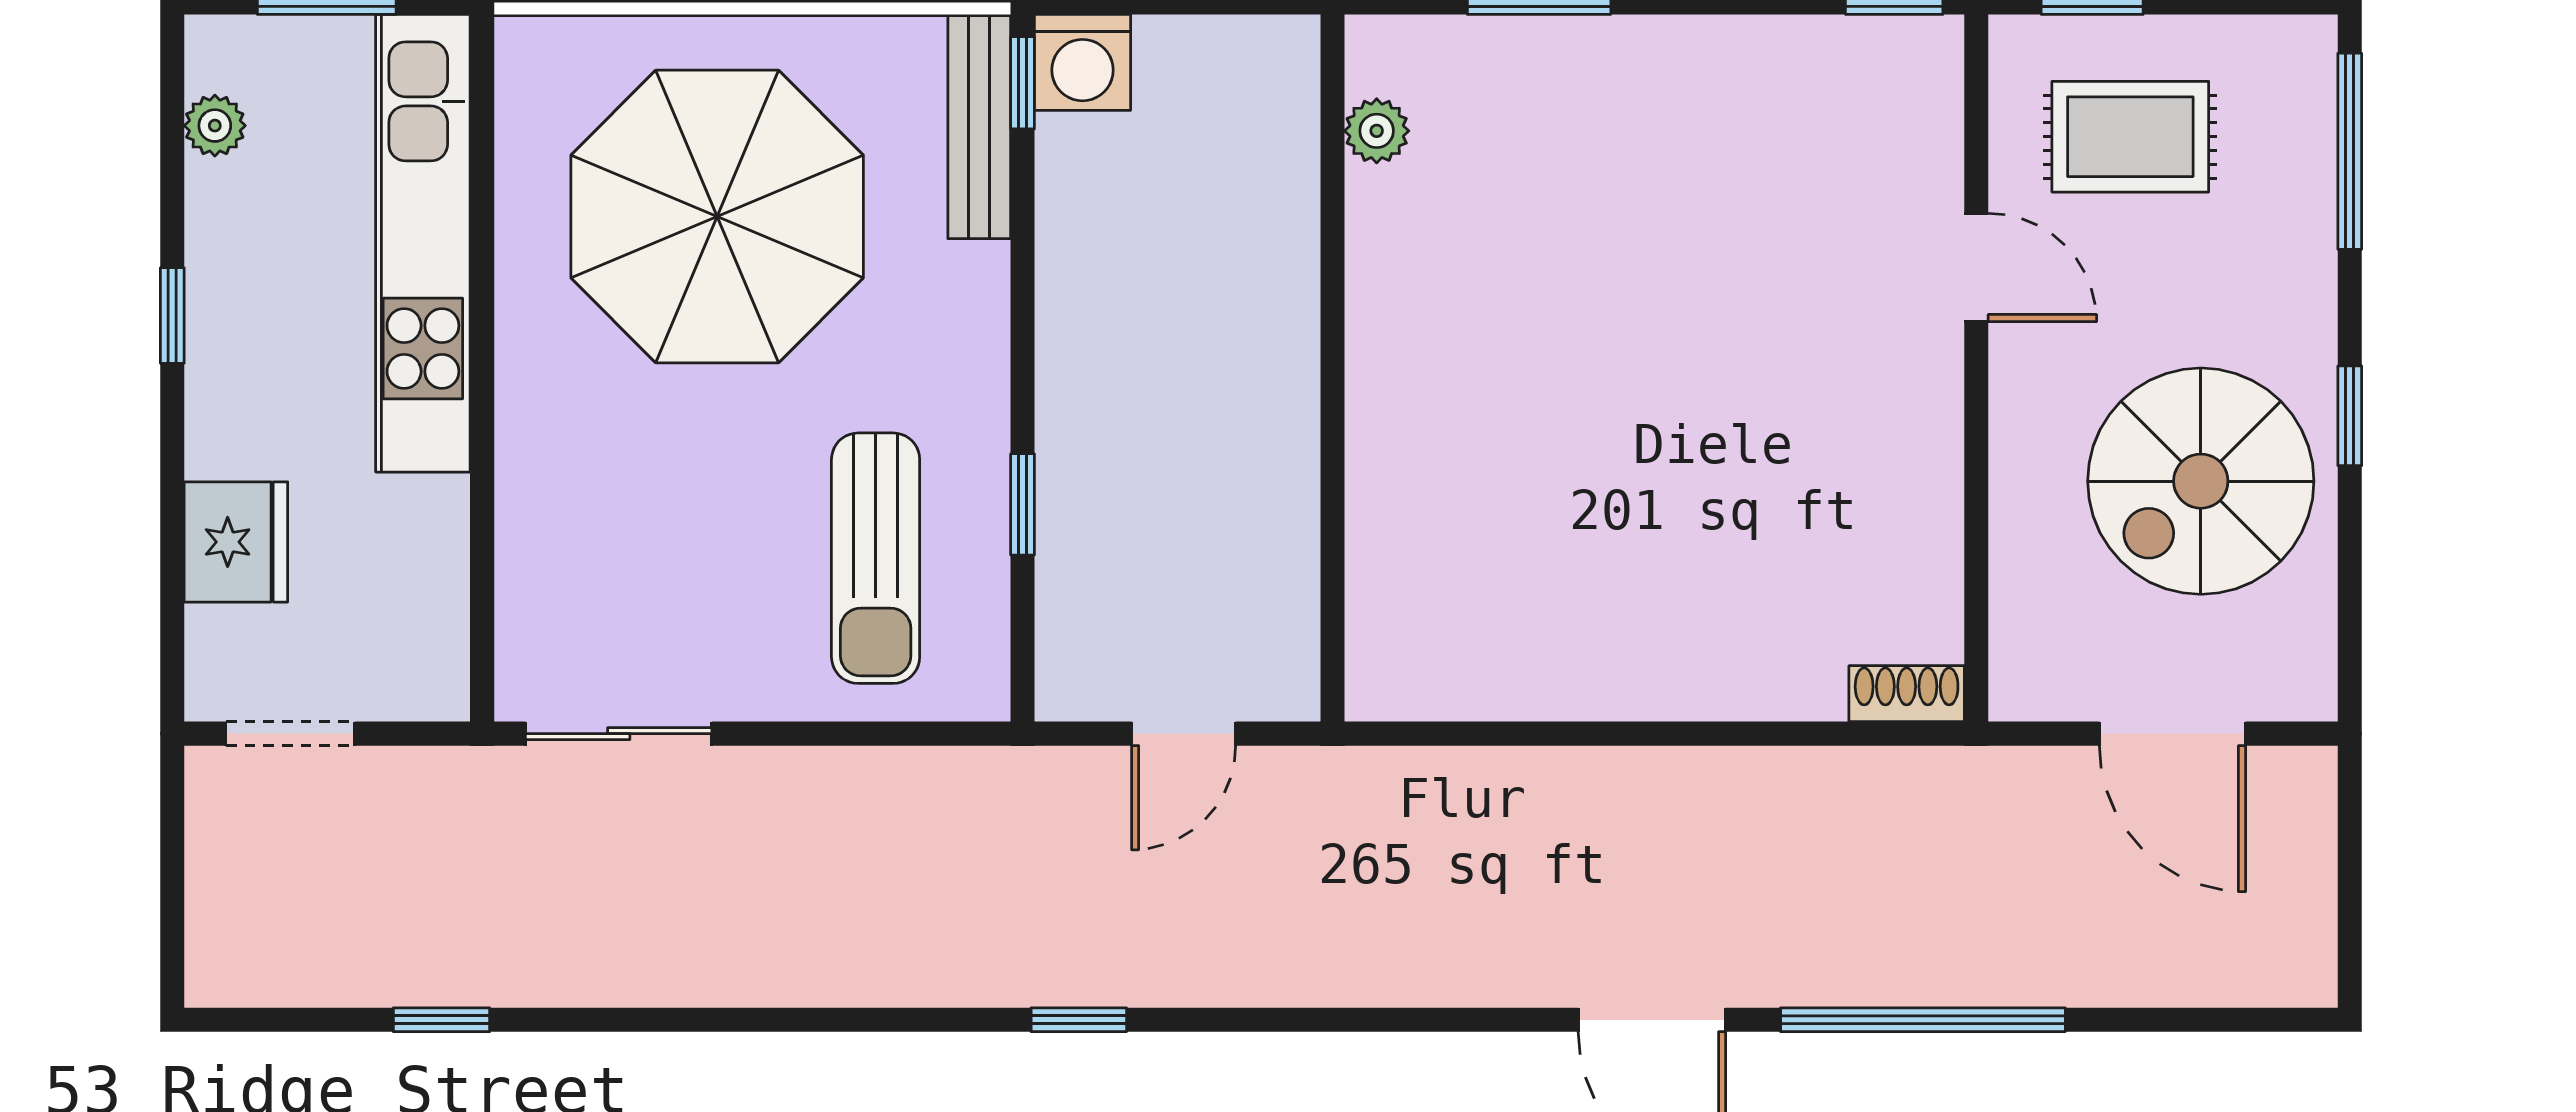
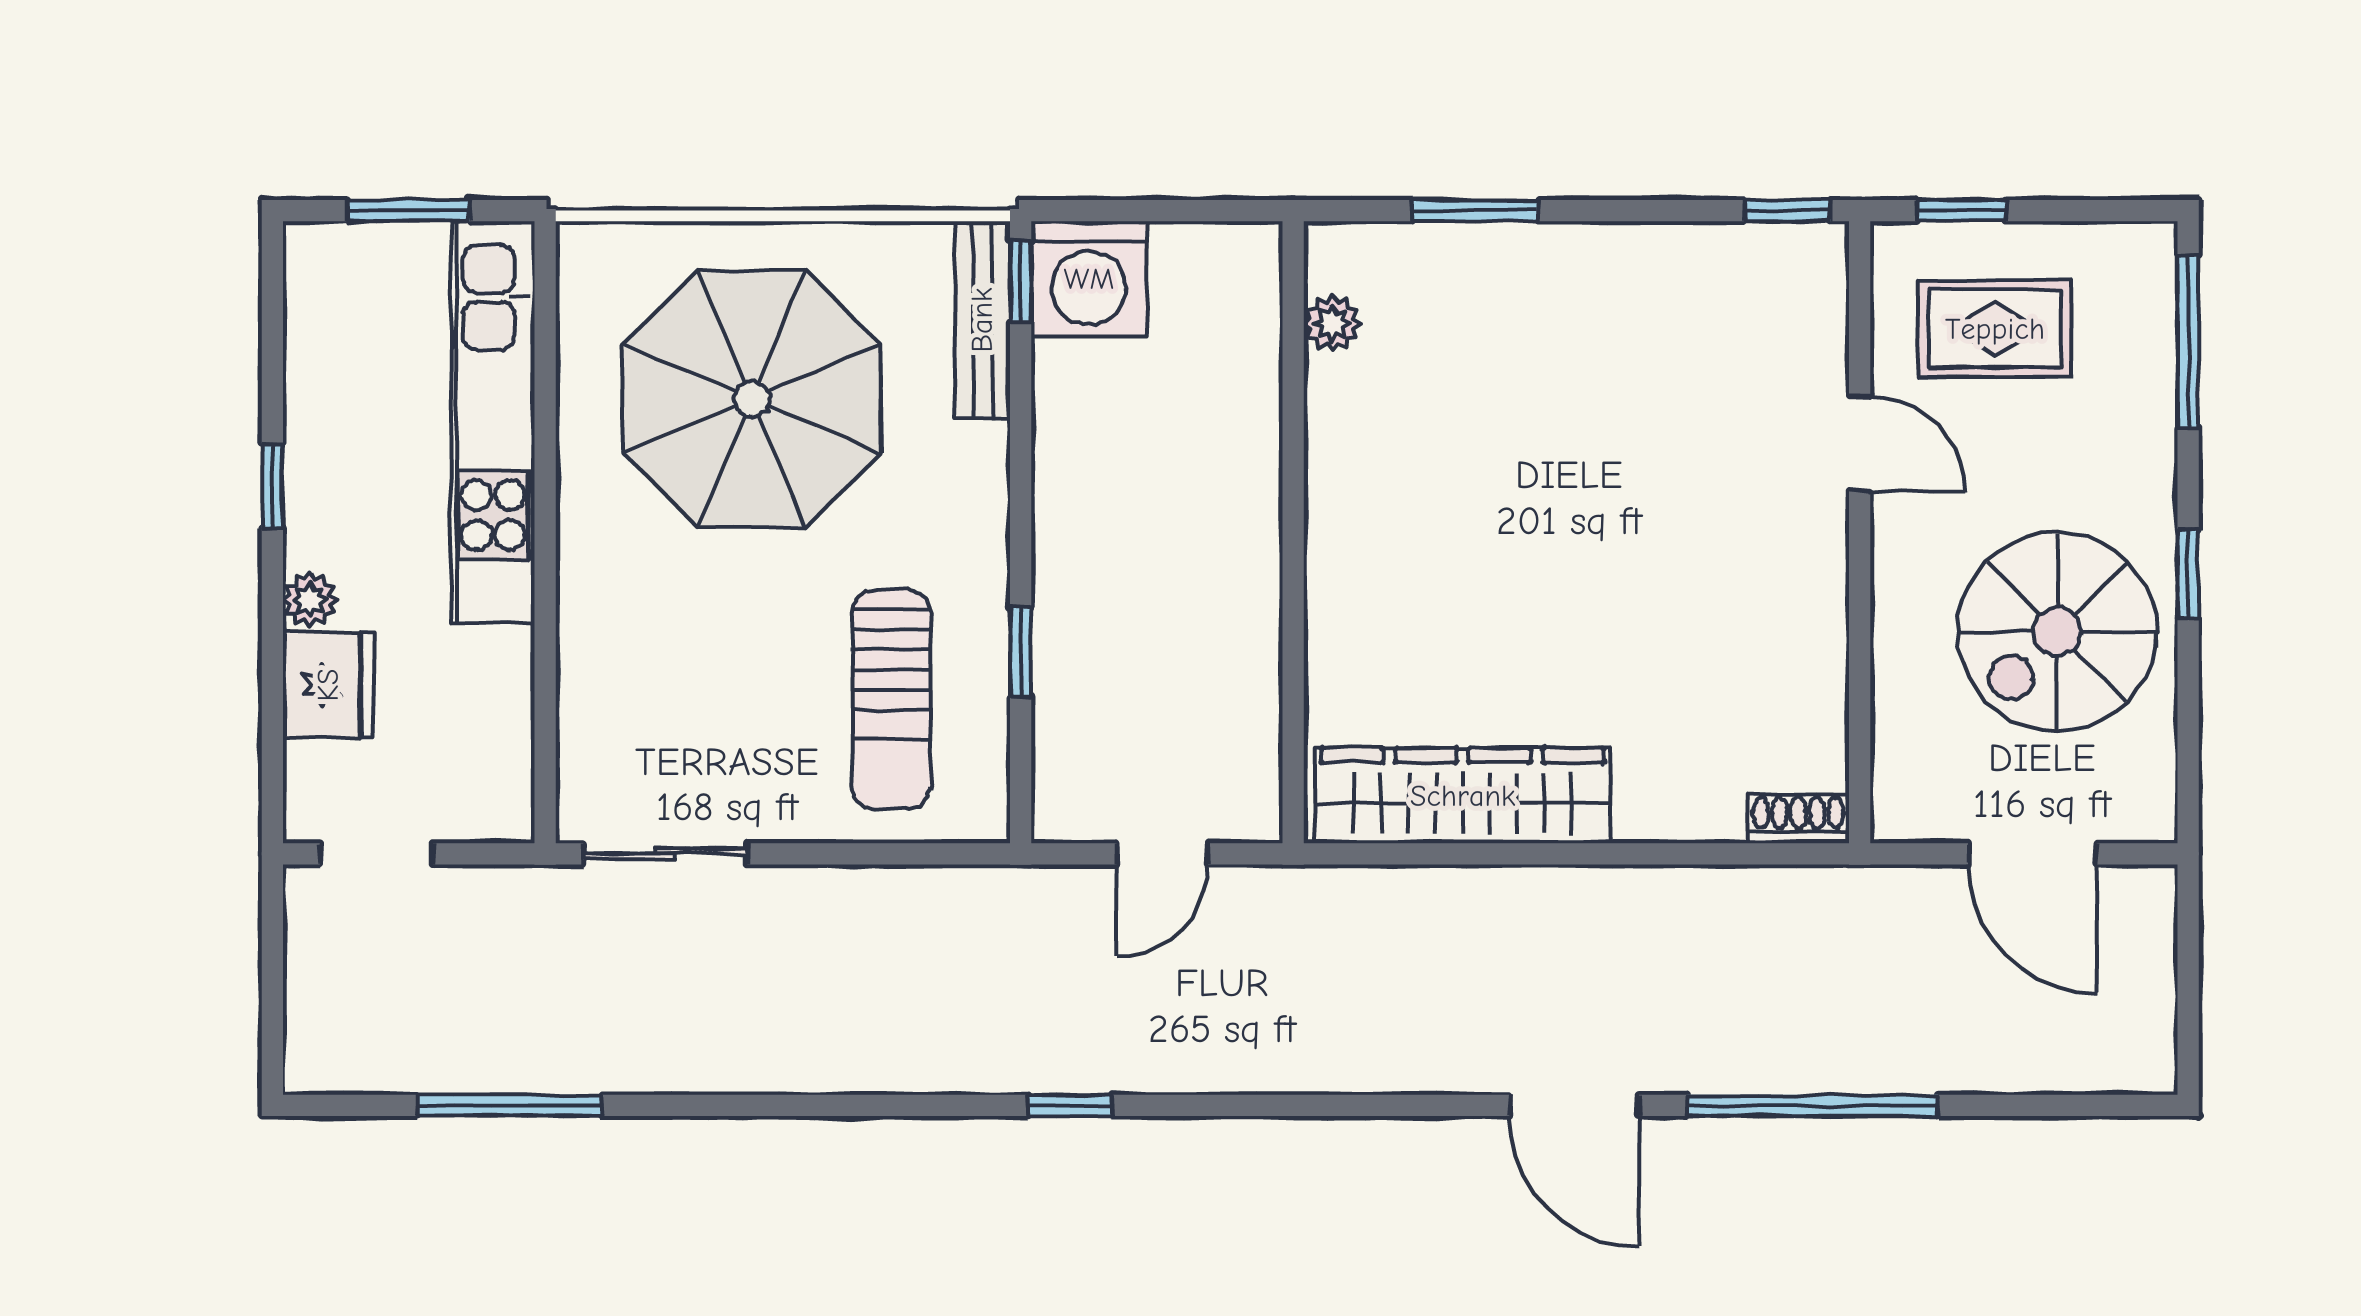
washing machine: (1082, 62) -> (1089, 279), width x1.37, depth x1.37
plant: (215, 126) -> (310, 600), moved
wardrobe: (1525, 667) -> (1463, 796), added
window: (442, 1020) -> (509, 1105), width x2.17

